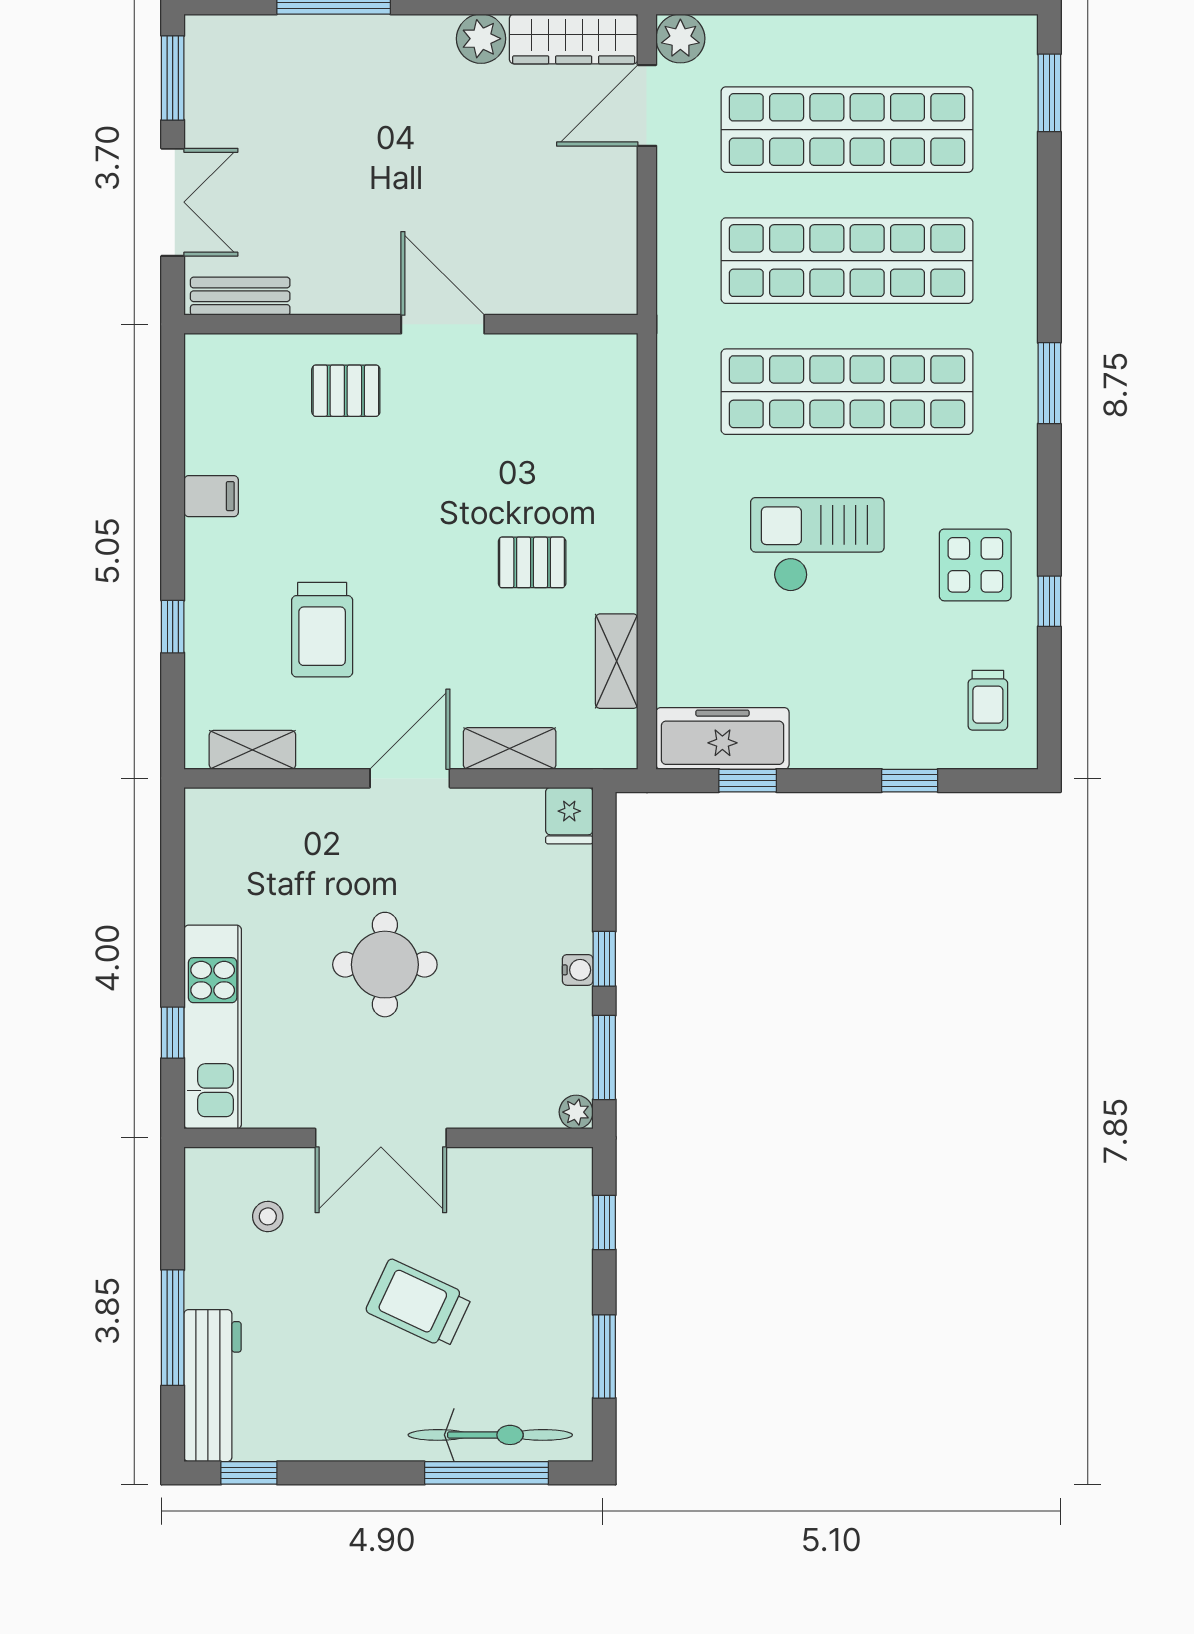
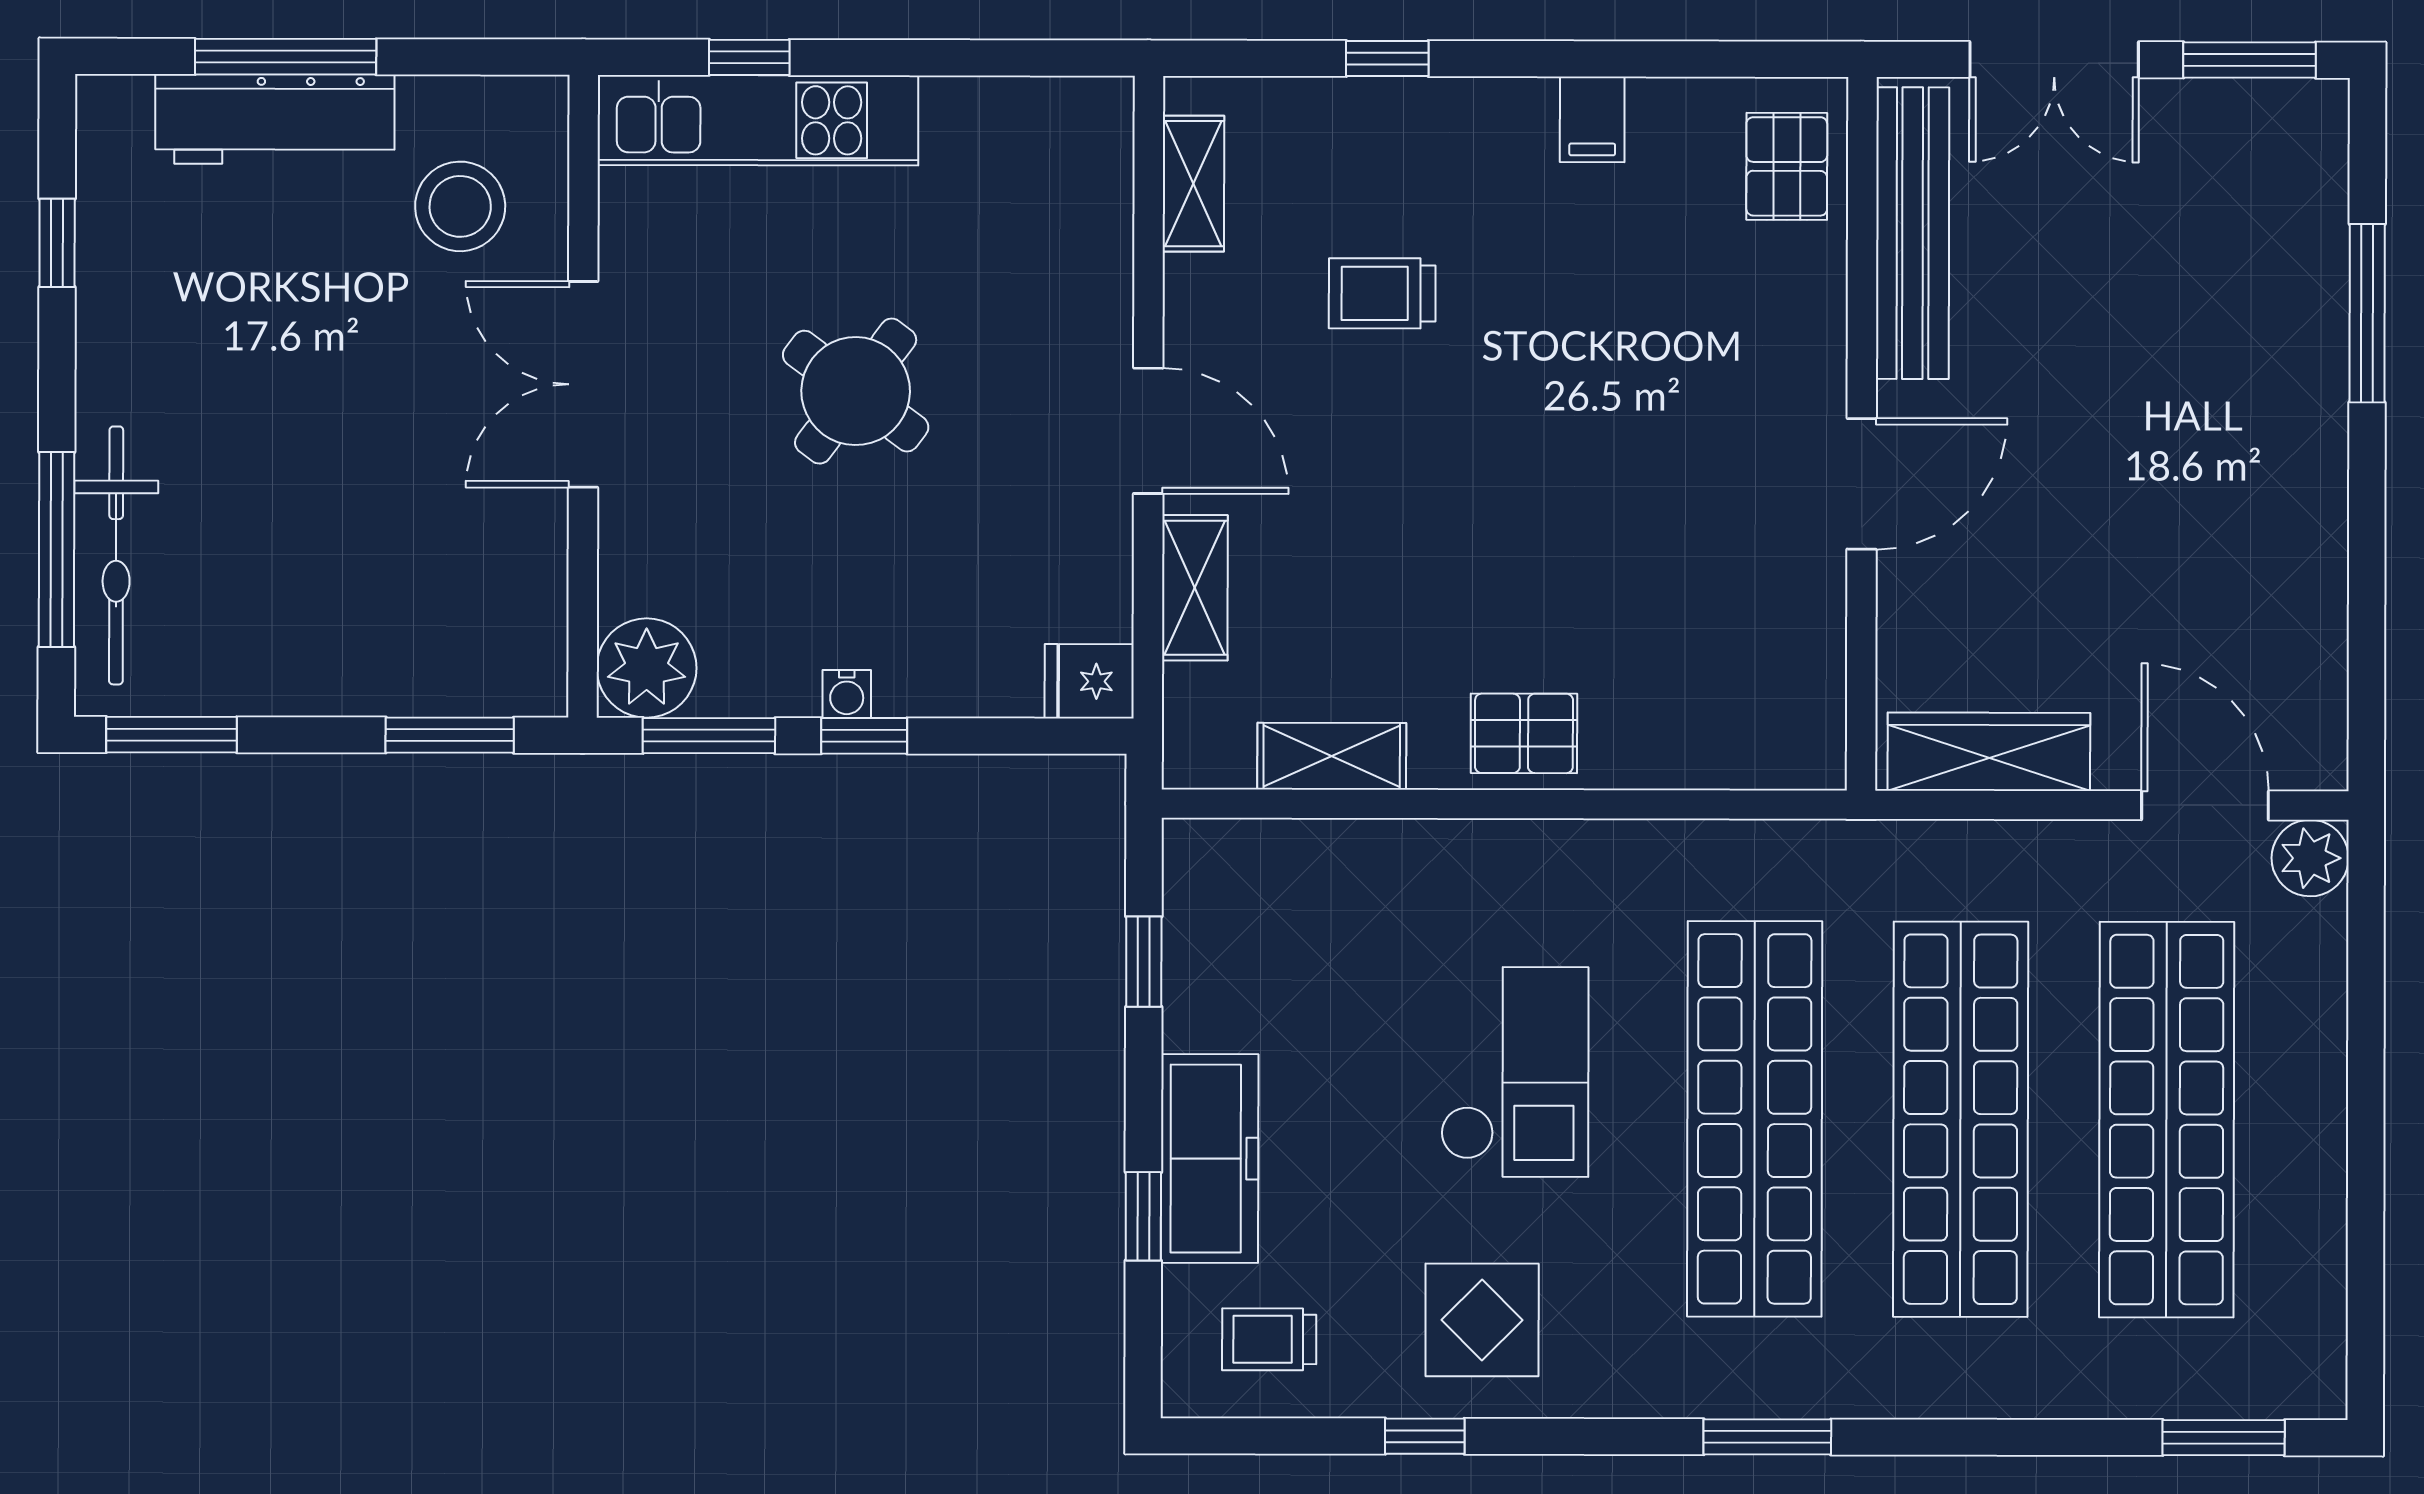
plant: (481, 39) -> (2310, 545), removed
wardrobe: (574, 39) -> (1989, 752), moved, turned 90
bench: (240, 296) -> (1913, 233), width x1.86, depth x1.21
pallet: (346, 391) -> (1787, 166), moved
pallet: (532, 562) -> (1524, 733), moved, turned 90
trolley: (322, 630) -> (1382, 293), width x0.73, depth x0.72
freezer: (722, 738) -> (1210, 1159), moved
round table: (385, 965) -> (856, 391), turned 37
plant: (576, 1112) -> (647, 668), width x1.88, depth x1.88
stool: (268, 1216) -> (460, 206), width x1.89, depth x1.89
window: (604, 1222) -> (450, 735), width x1.50
trolley: (419, 1304) -> (322, 443), removed
window: (604, 1356) -> (172, 735), moved
workbench: (212, 1386) -> (275, 119), moved
window: (249, 1473) -> (57, 243), moved

